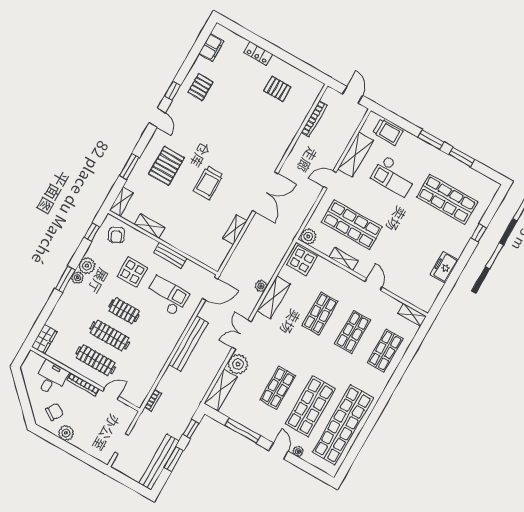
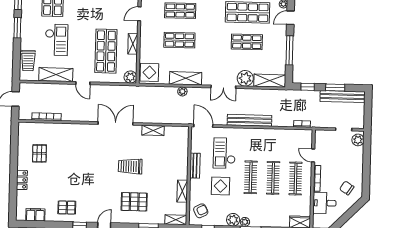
trolley: (388, 132) -> (28, 61), turned 180
trolley: (208, 183) -> (130, 166), turned 180
clothes rail: (124, 311) -> (251, 177), width x1.36
plant: (66, 433) -> (358, 140), moved

